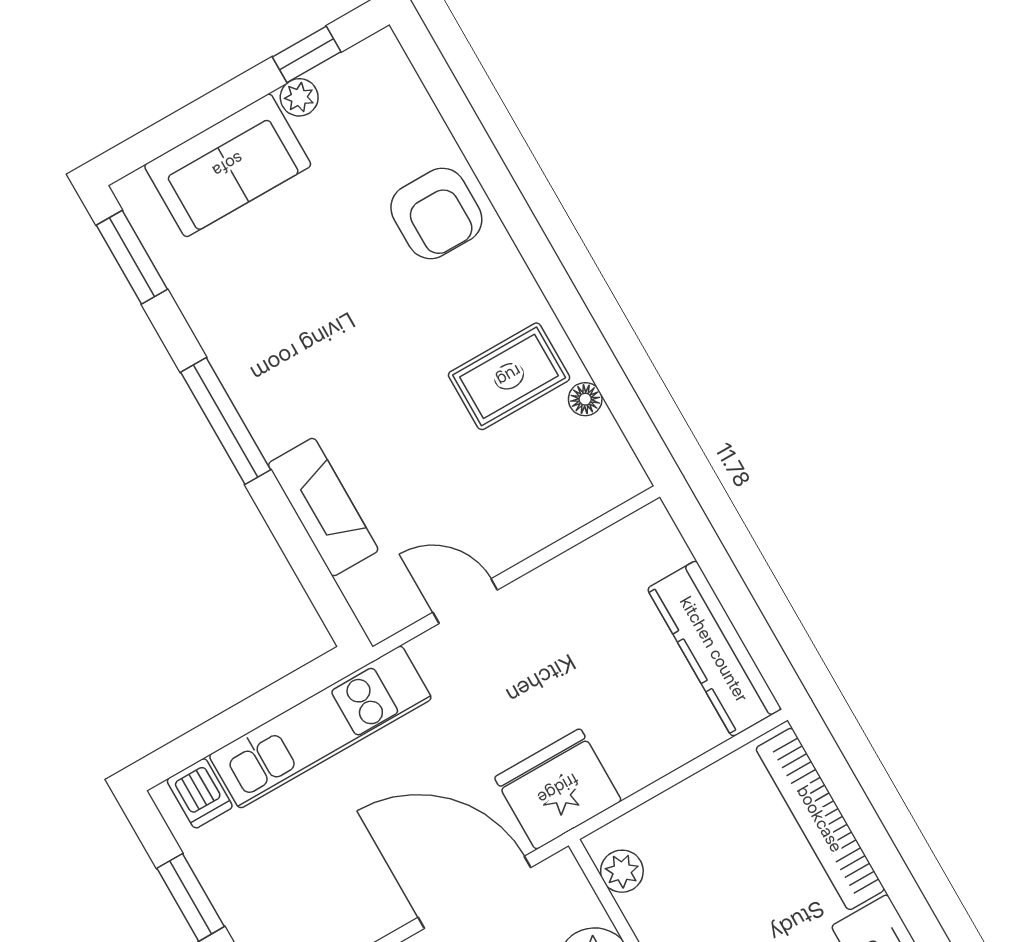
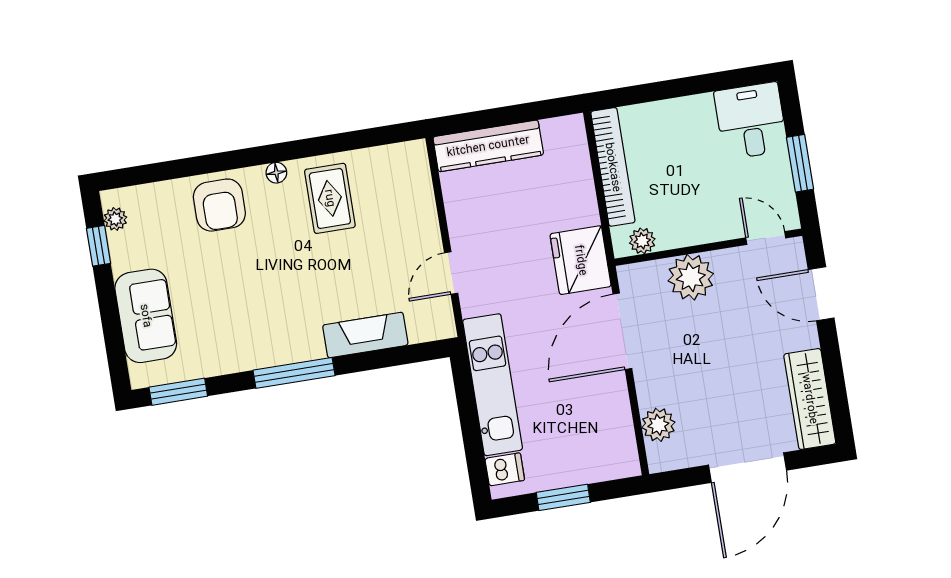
plant: (299, 97) -> (115, 219), moved
armchair: (436, 213) -> (219, 205), turned 90
floor lamp: (585, 399) -> (276, 173), moved
kitchen counter: (714, 649) -> (488, 146), moved
bookcase: (820, 819) -> (613, 167), moved, turned -90

